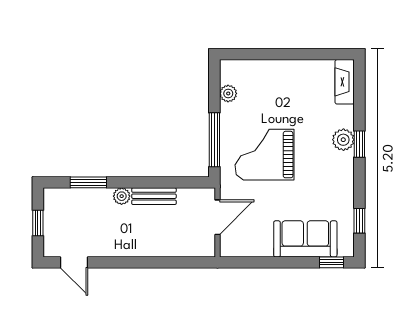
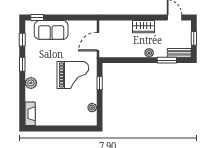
window: (214, 140) -> (100, 83), width x0.46
window: (359, 144) -> (22, 64), moved
bench: (154, 196) -> (179, 53), moved
wardrobe: (132, 245) -> (143, 27), added

